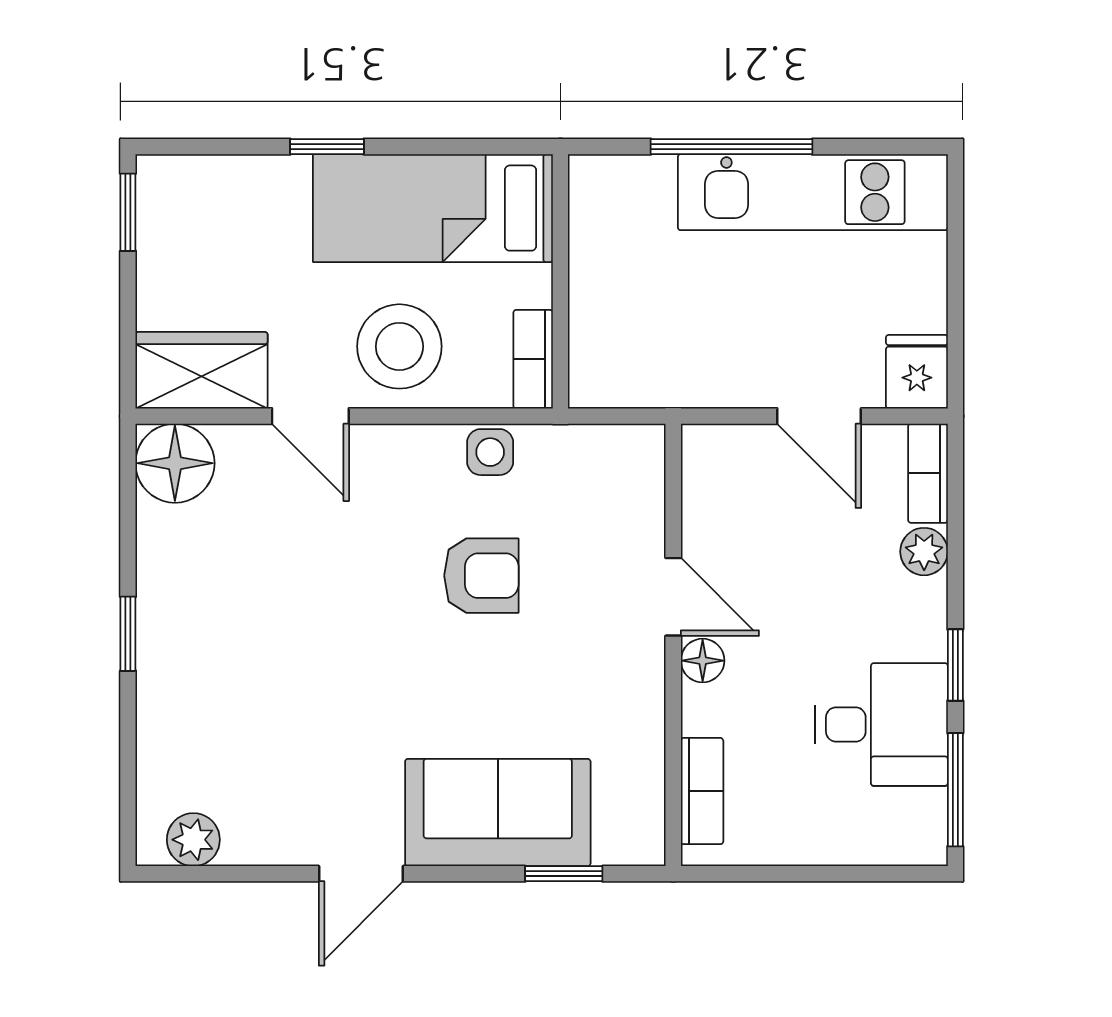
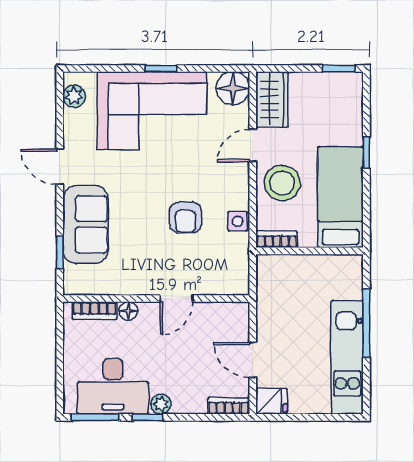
door: (819, 416) -> (253, 360), hinge flipped
plant: (924, 552) -> (161, 404), moved
corner sofa: (228, 655) -> (152, 111), added
floor lamp: (703, 661) -> (128, 311), moved
desk: (882, 724) -> (113, 386), width x1.37

